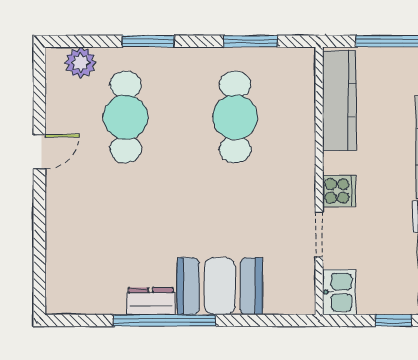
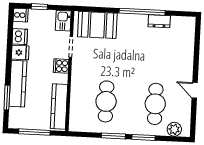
window: (250, 41) -> (113, 136), moved
door: (39, 152) -> (195, 90), hinge flipped
booth: (220, 286) -> (97, 25), moved
dresser: (151, 301) -> (159, 21), moved

